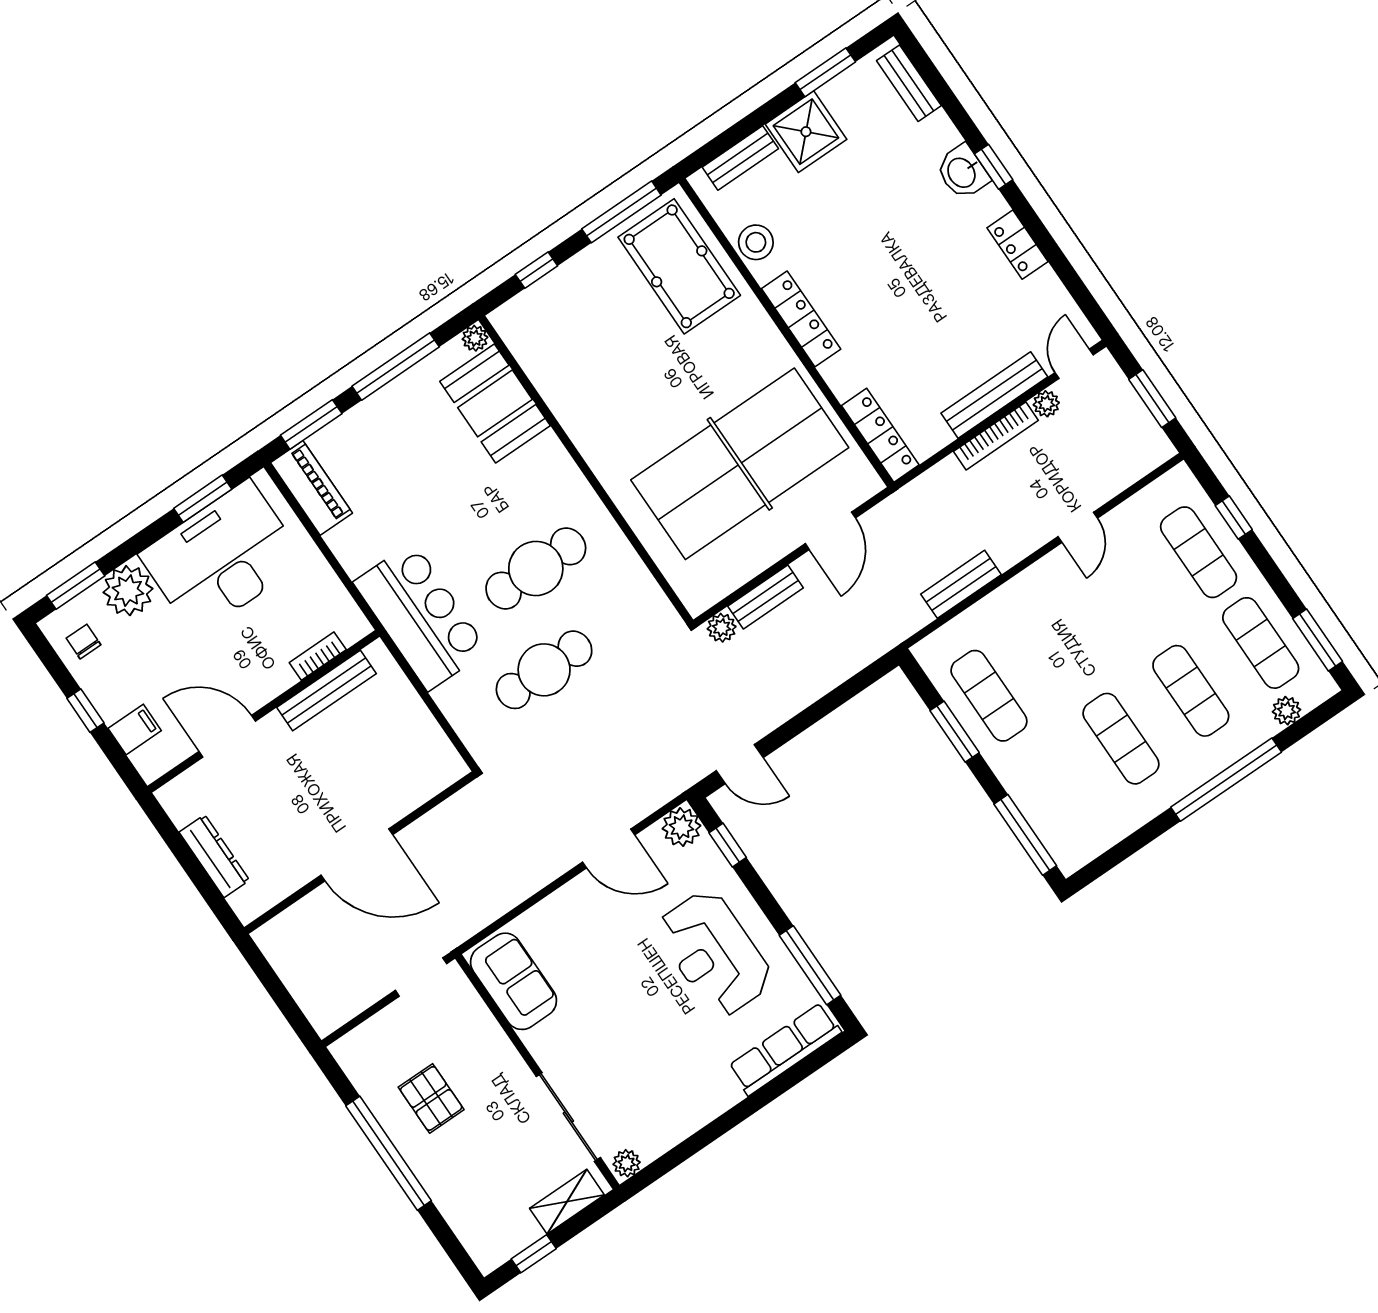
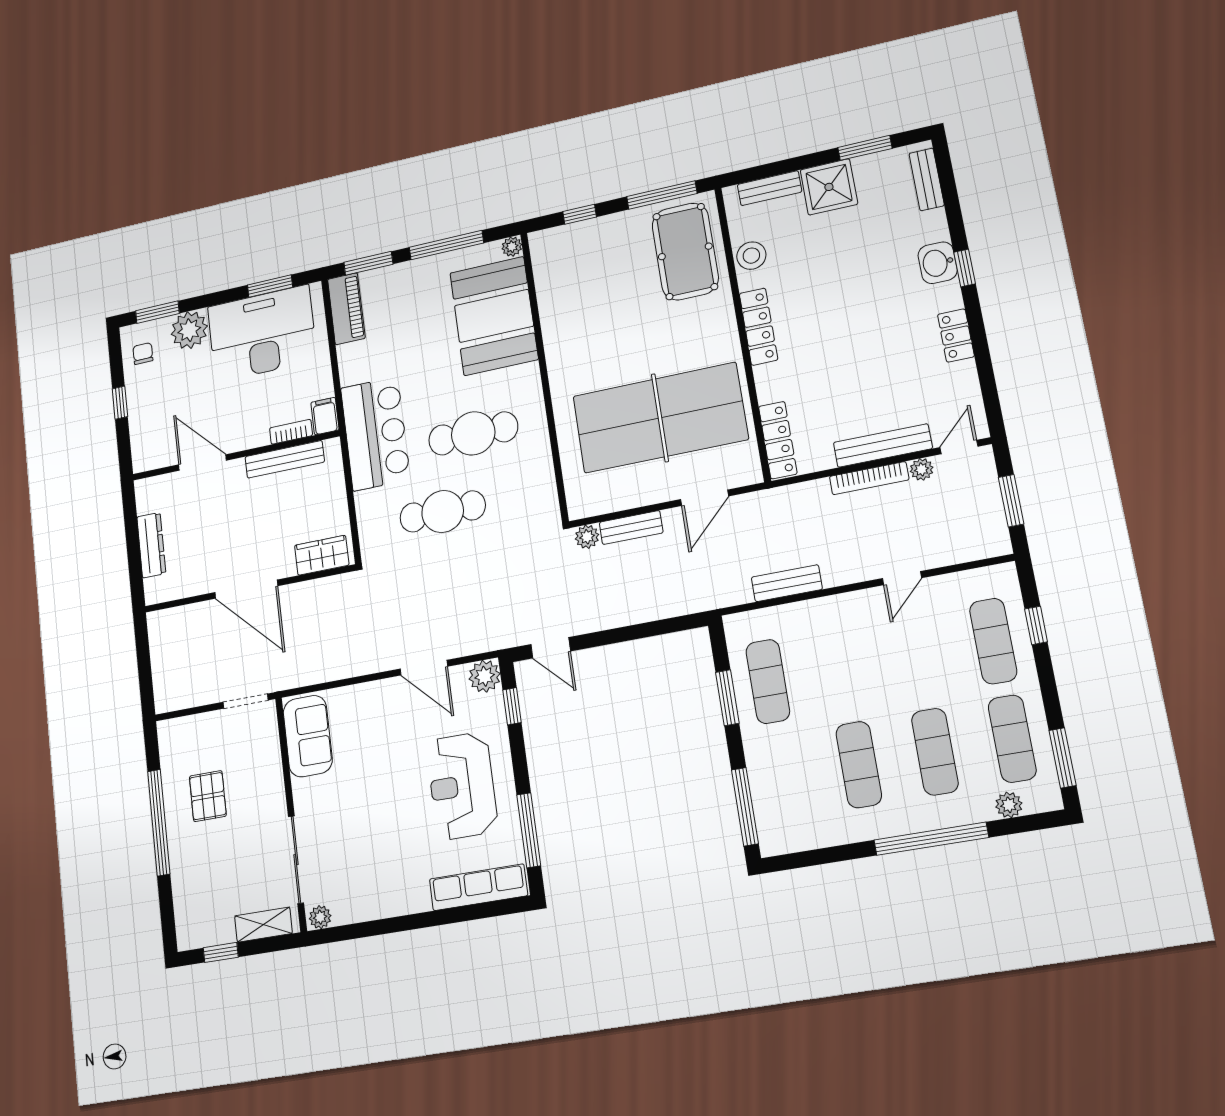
booth: (495, 403) -> (494, 316), width x1.36, depth x1.42
filing cabinet: (135, 729) -> (325, 416), moved, turned -90
wardrobe: (427, 779) -> (322, 555), added

